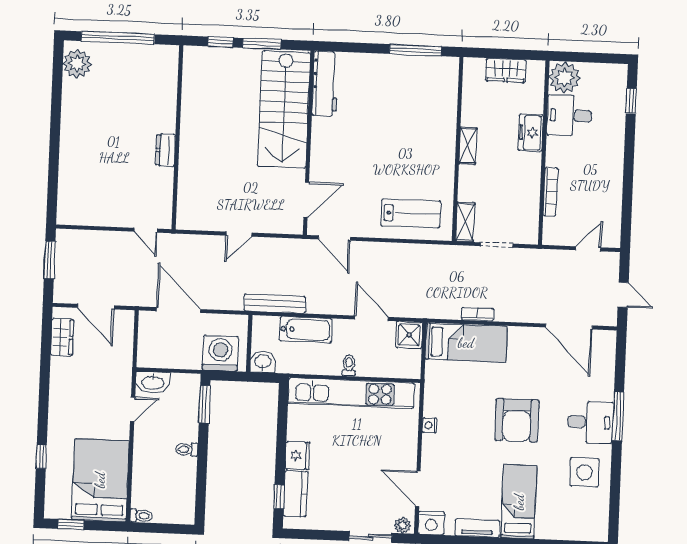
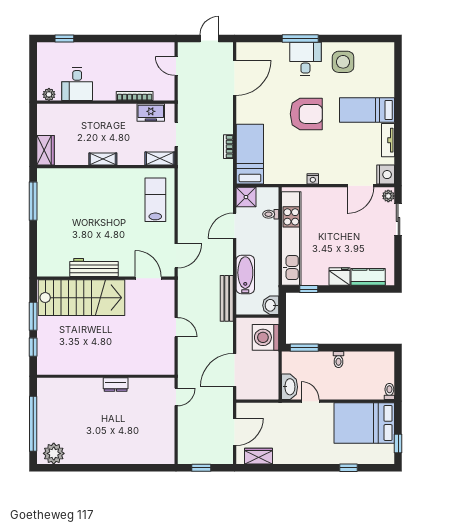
wardrobe: (506, 70) -> (45, 150), moved
plant: (565, 78) -> (49, 94), width x0.53, depth x0.53
workbench: (325, 84) -> (94, 268), moved
freezer: (531, 133) -> (151, 113), moved
window: (50, 260) -> (201, 468), width x0.67
toilet: (349, 366) -> (271, 214), moved
window: (279, 497) -> (309, 289), moved

